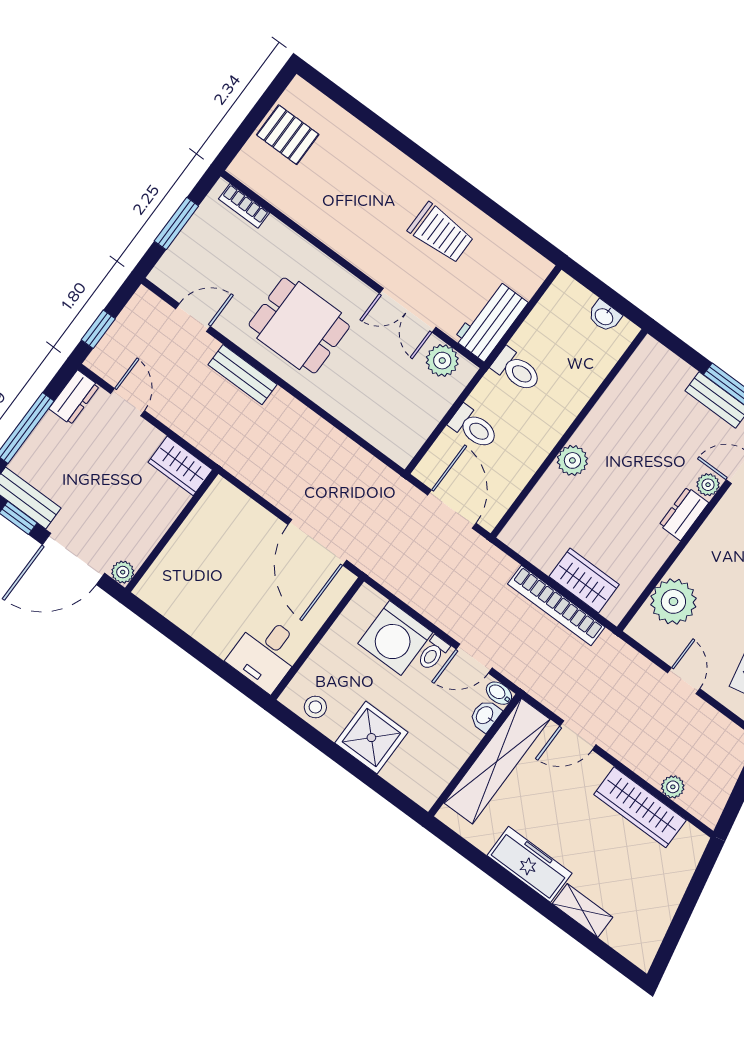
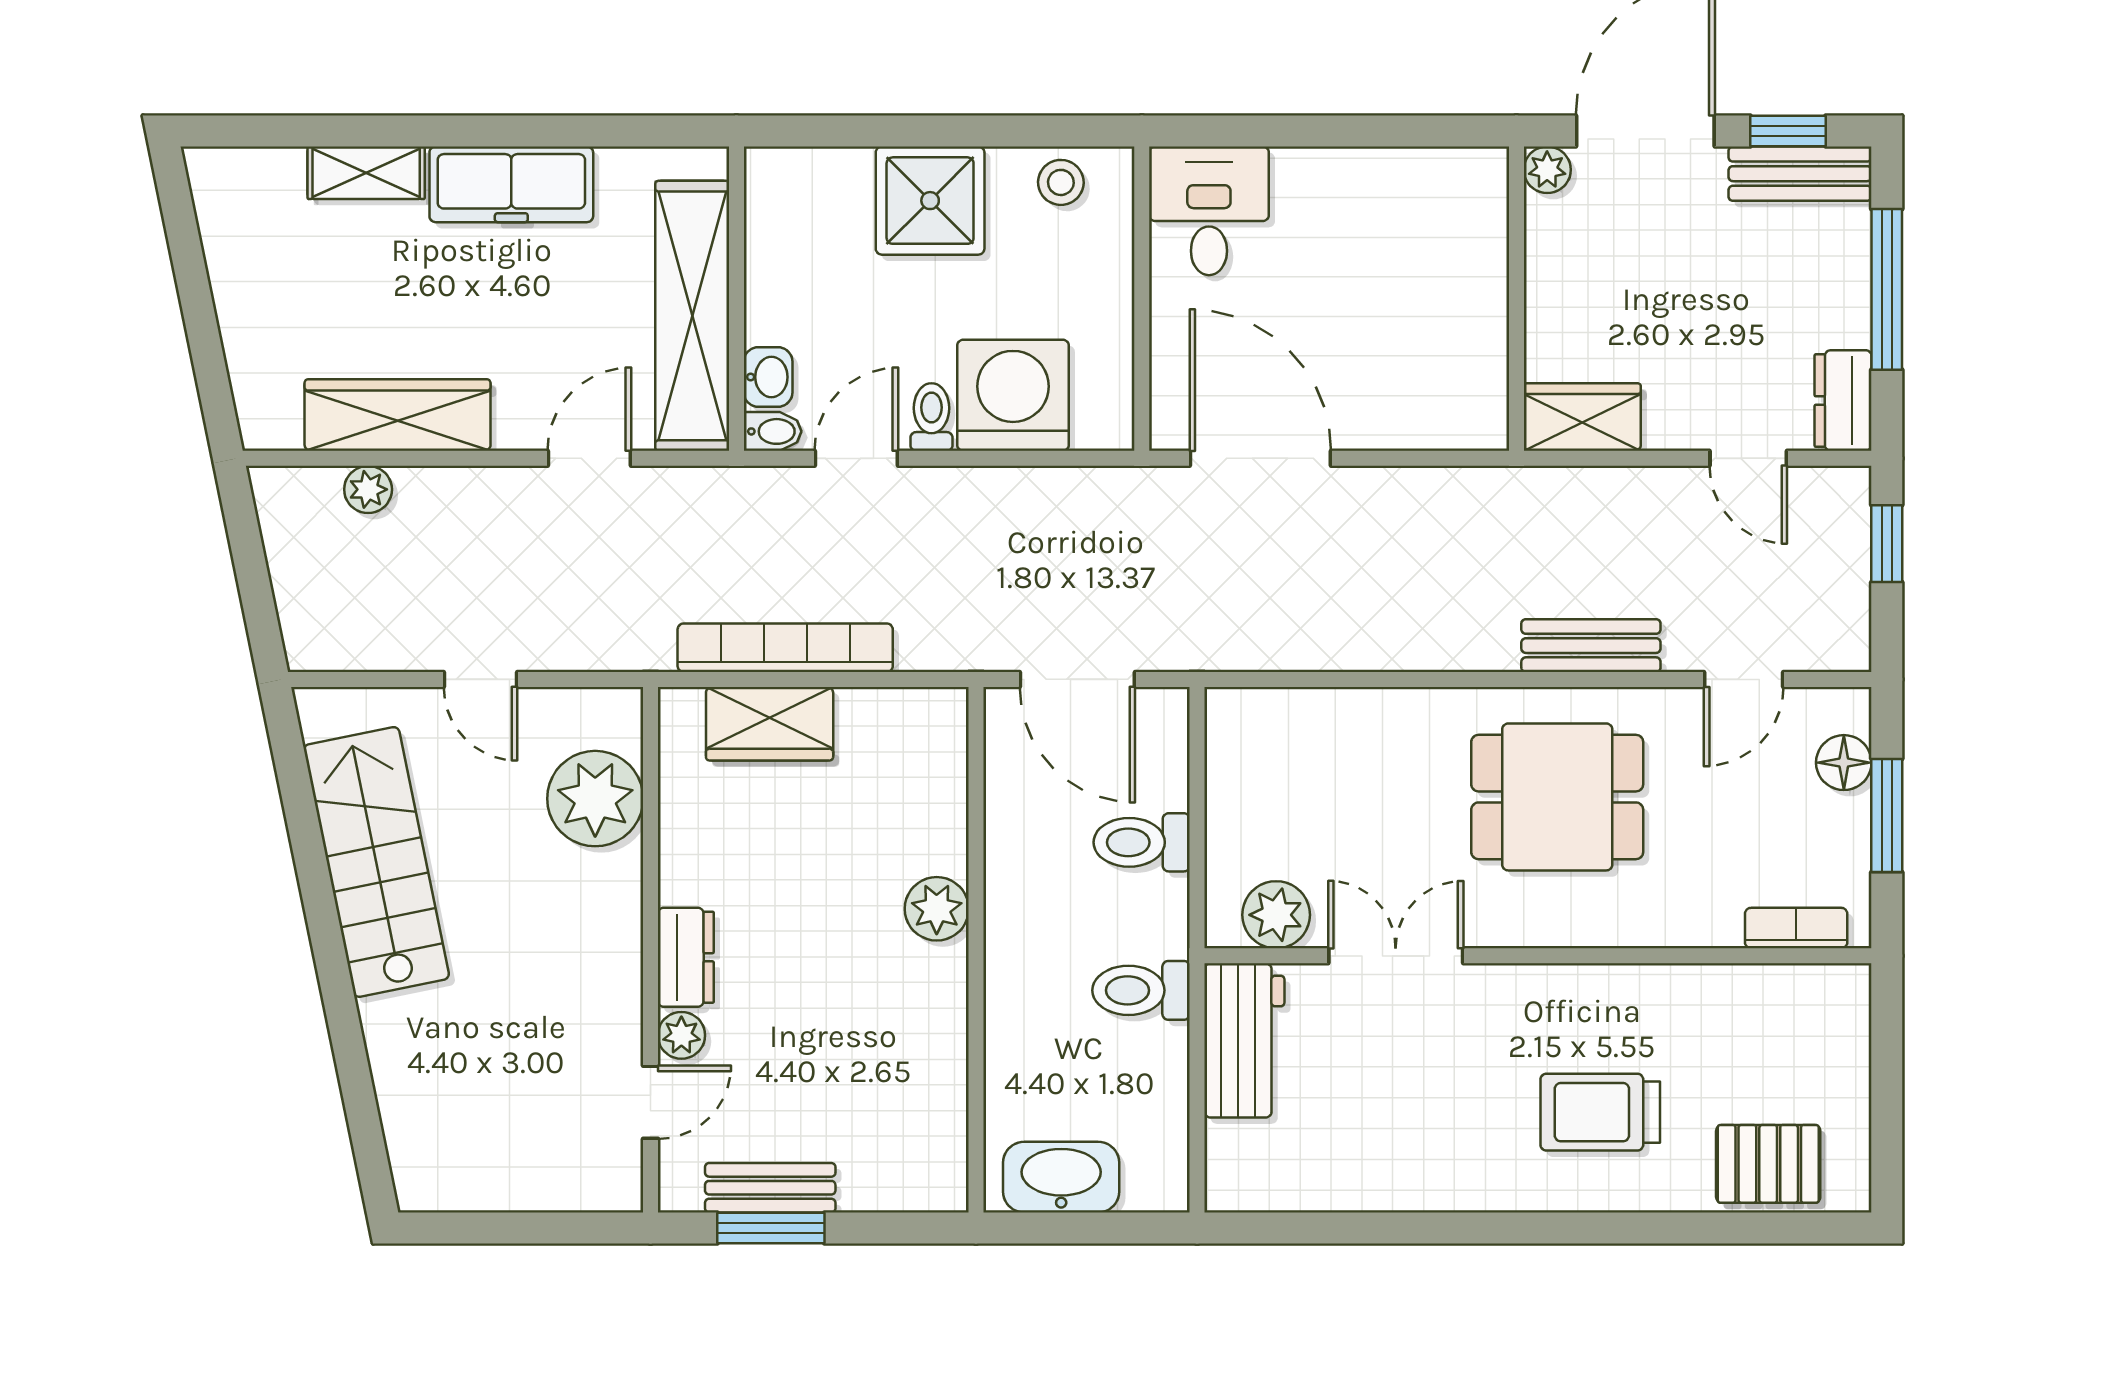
pallet: (288, 135) -> (1768, 1164), moved
trolley: (441, 233) -> (1600, 1112), moved
floor lamp: (178, 256) -> (1844, 763), added
washbasin: (604, 316) -> (1061, 1177), width x1.91, depth x1.45

